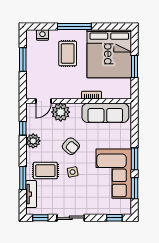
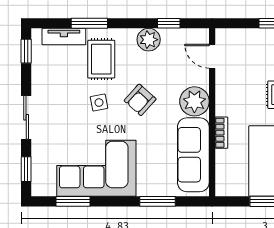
plant: (61, 112) -> (194, 101), moved
window: (135, 159) -> (157, 201), moved
sliding door: (71, 218) -> (26, 117), moved

